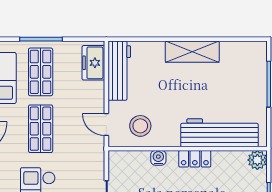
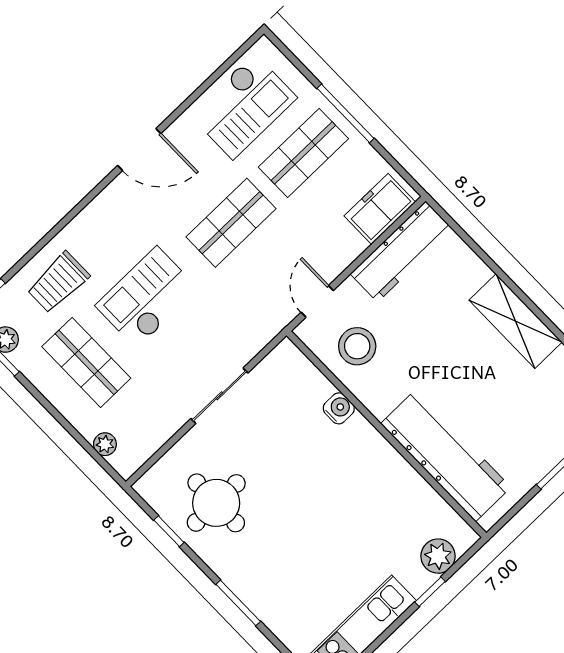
locker: (195, 159) -> (382, 456), removed
plant: (257, 160) -> (438, 556), moved

